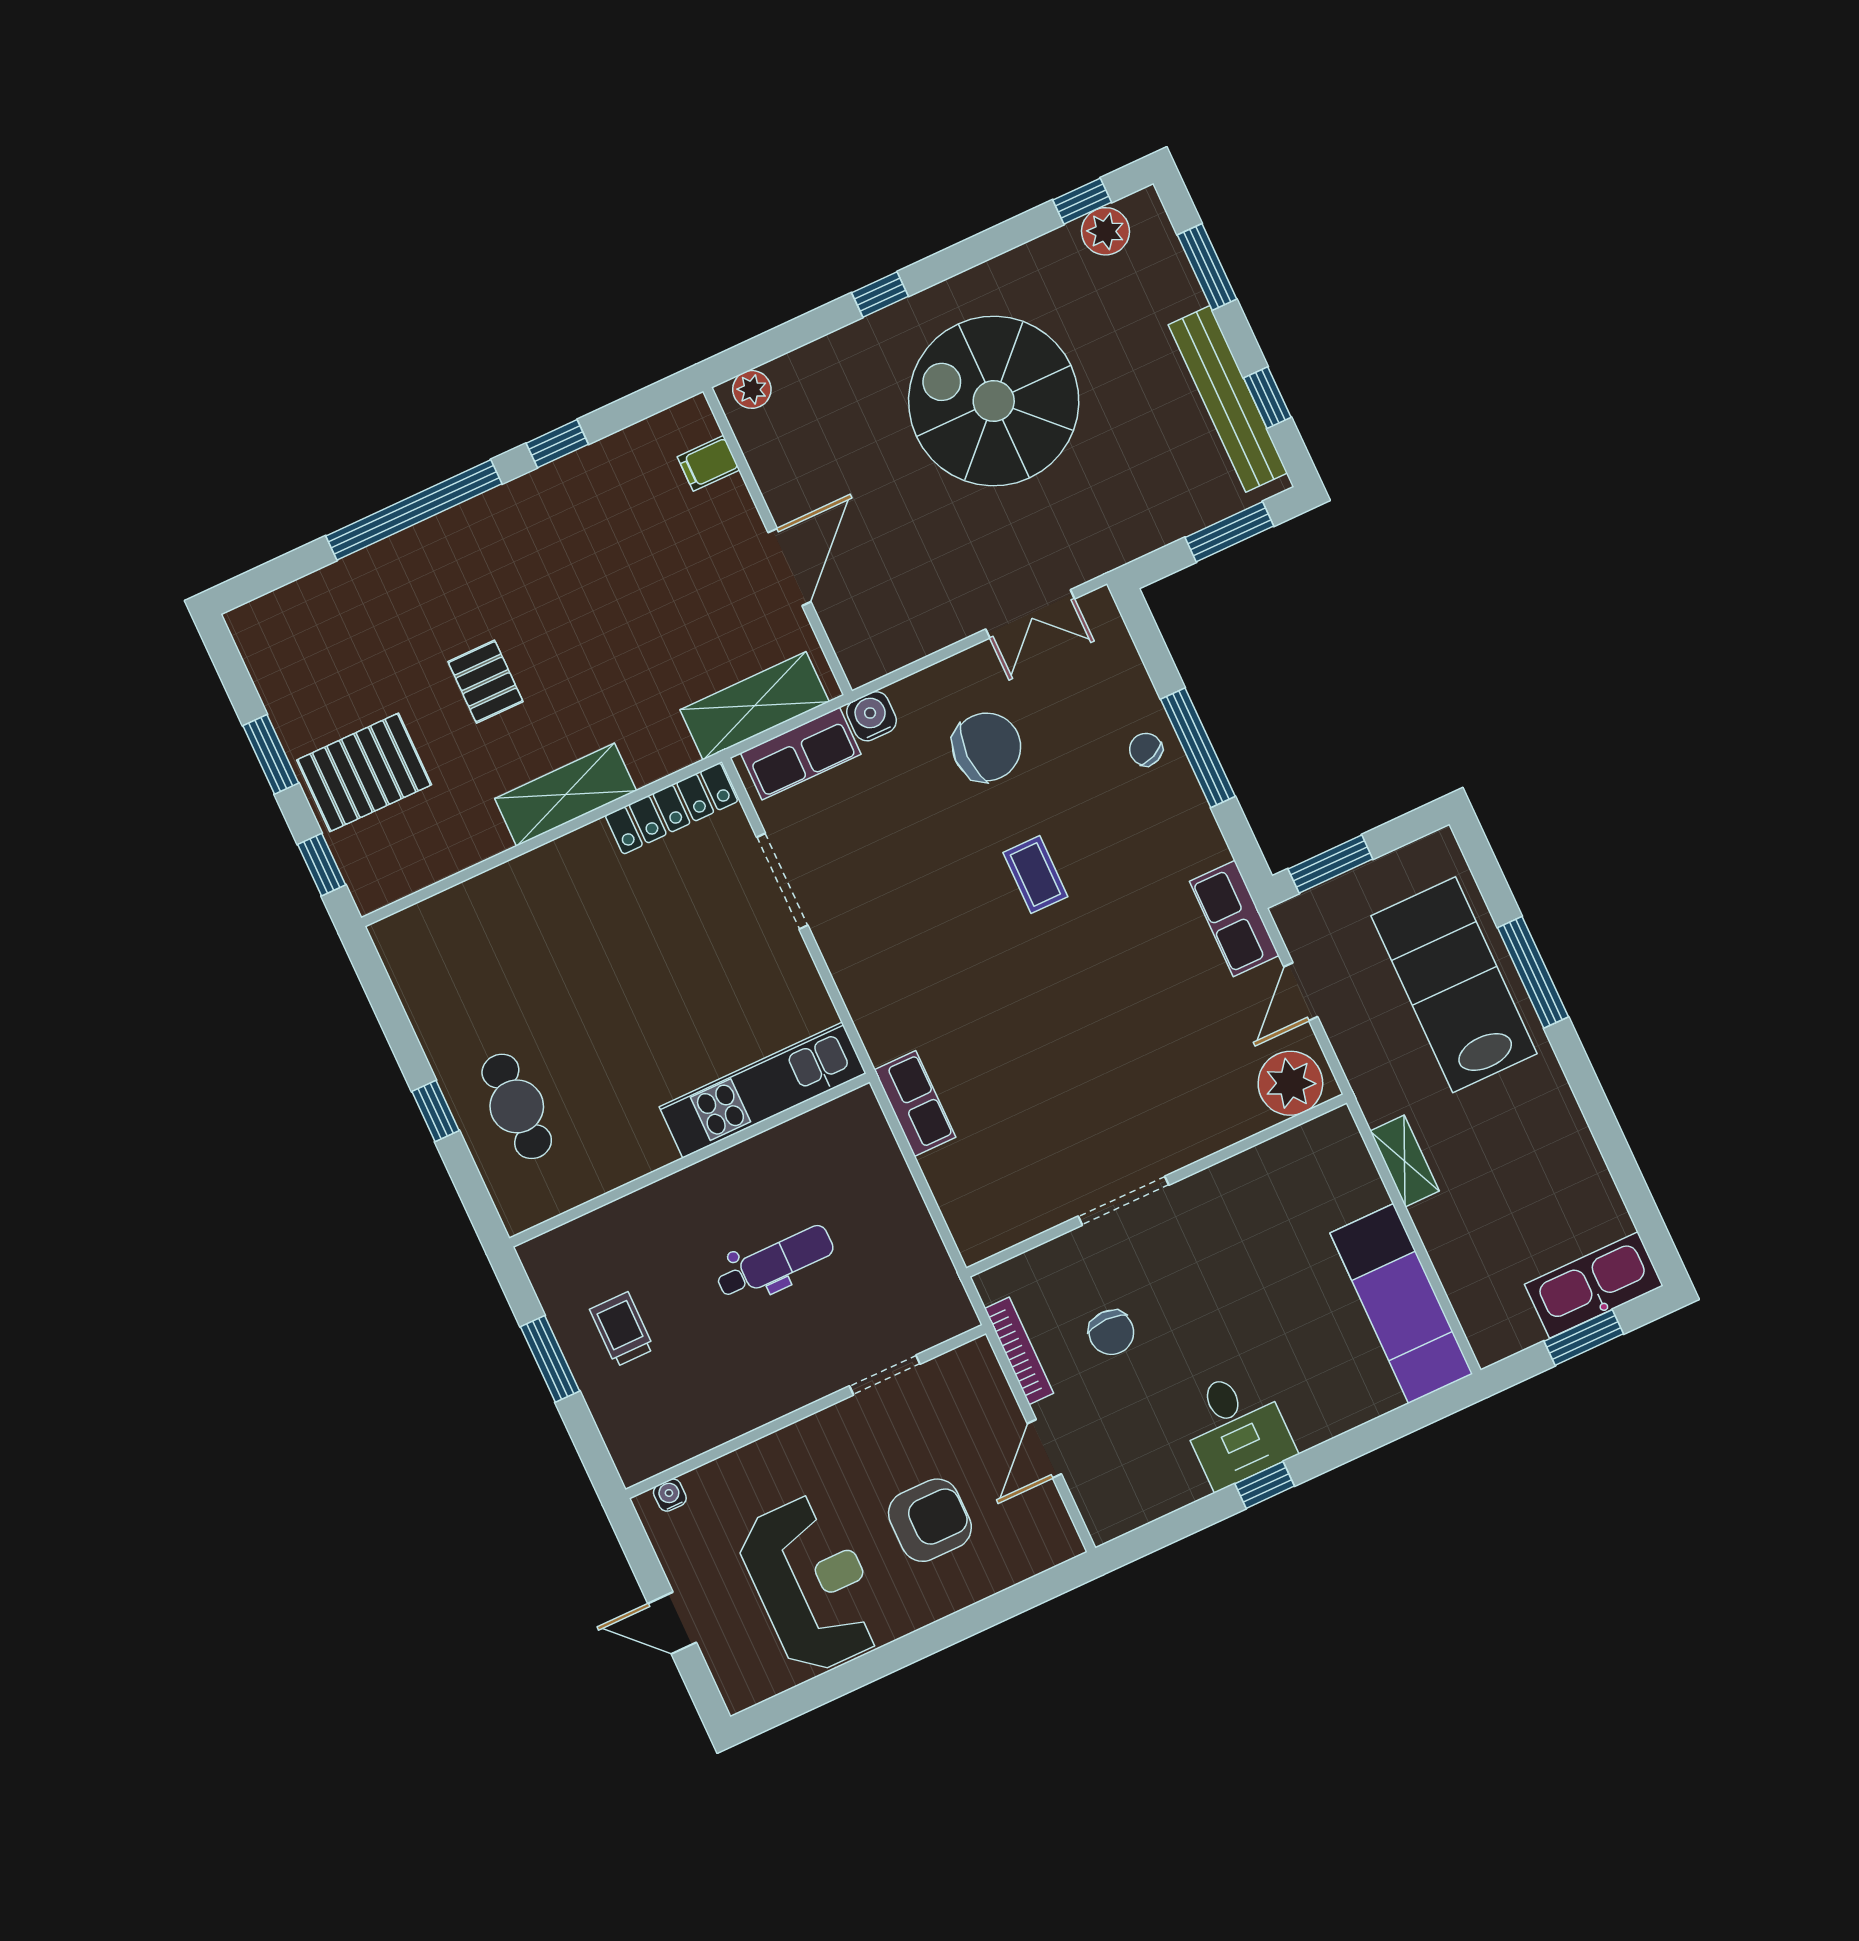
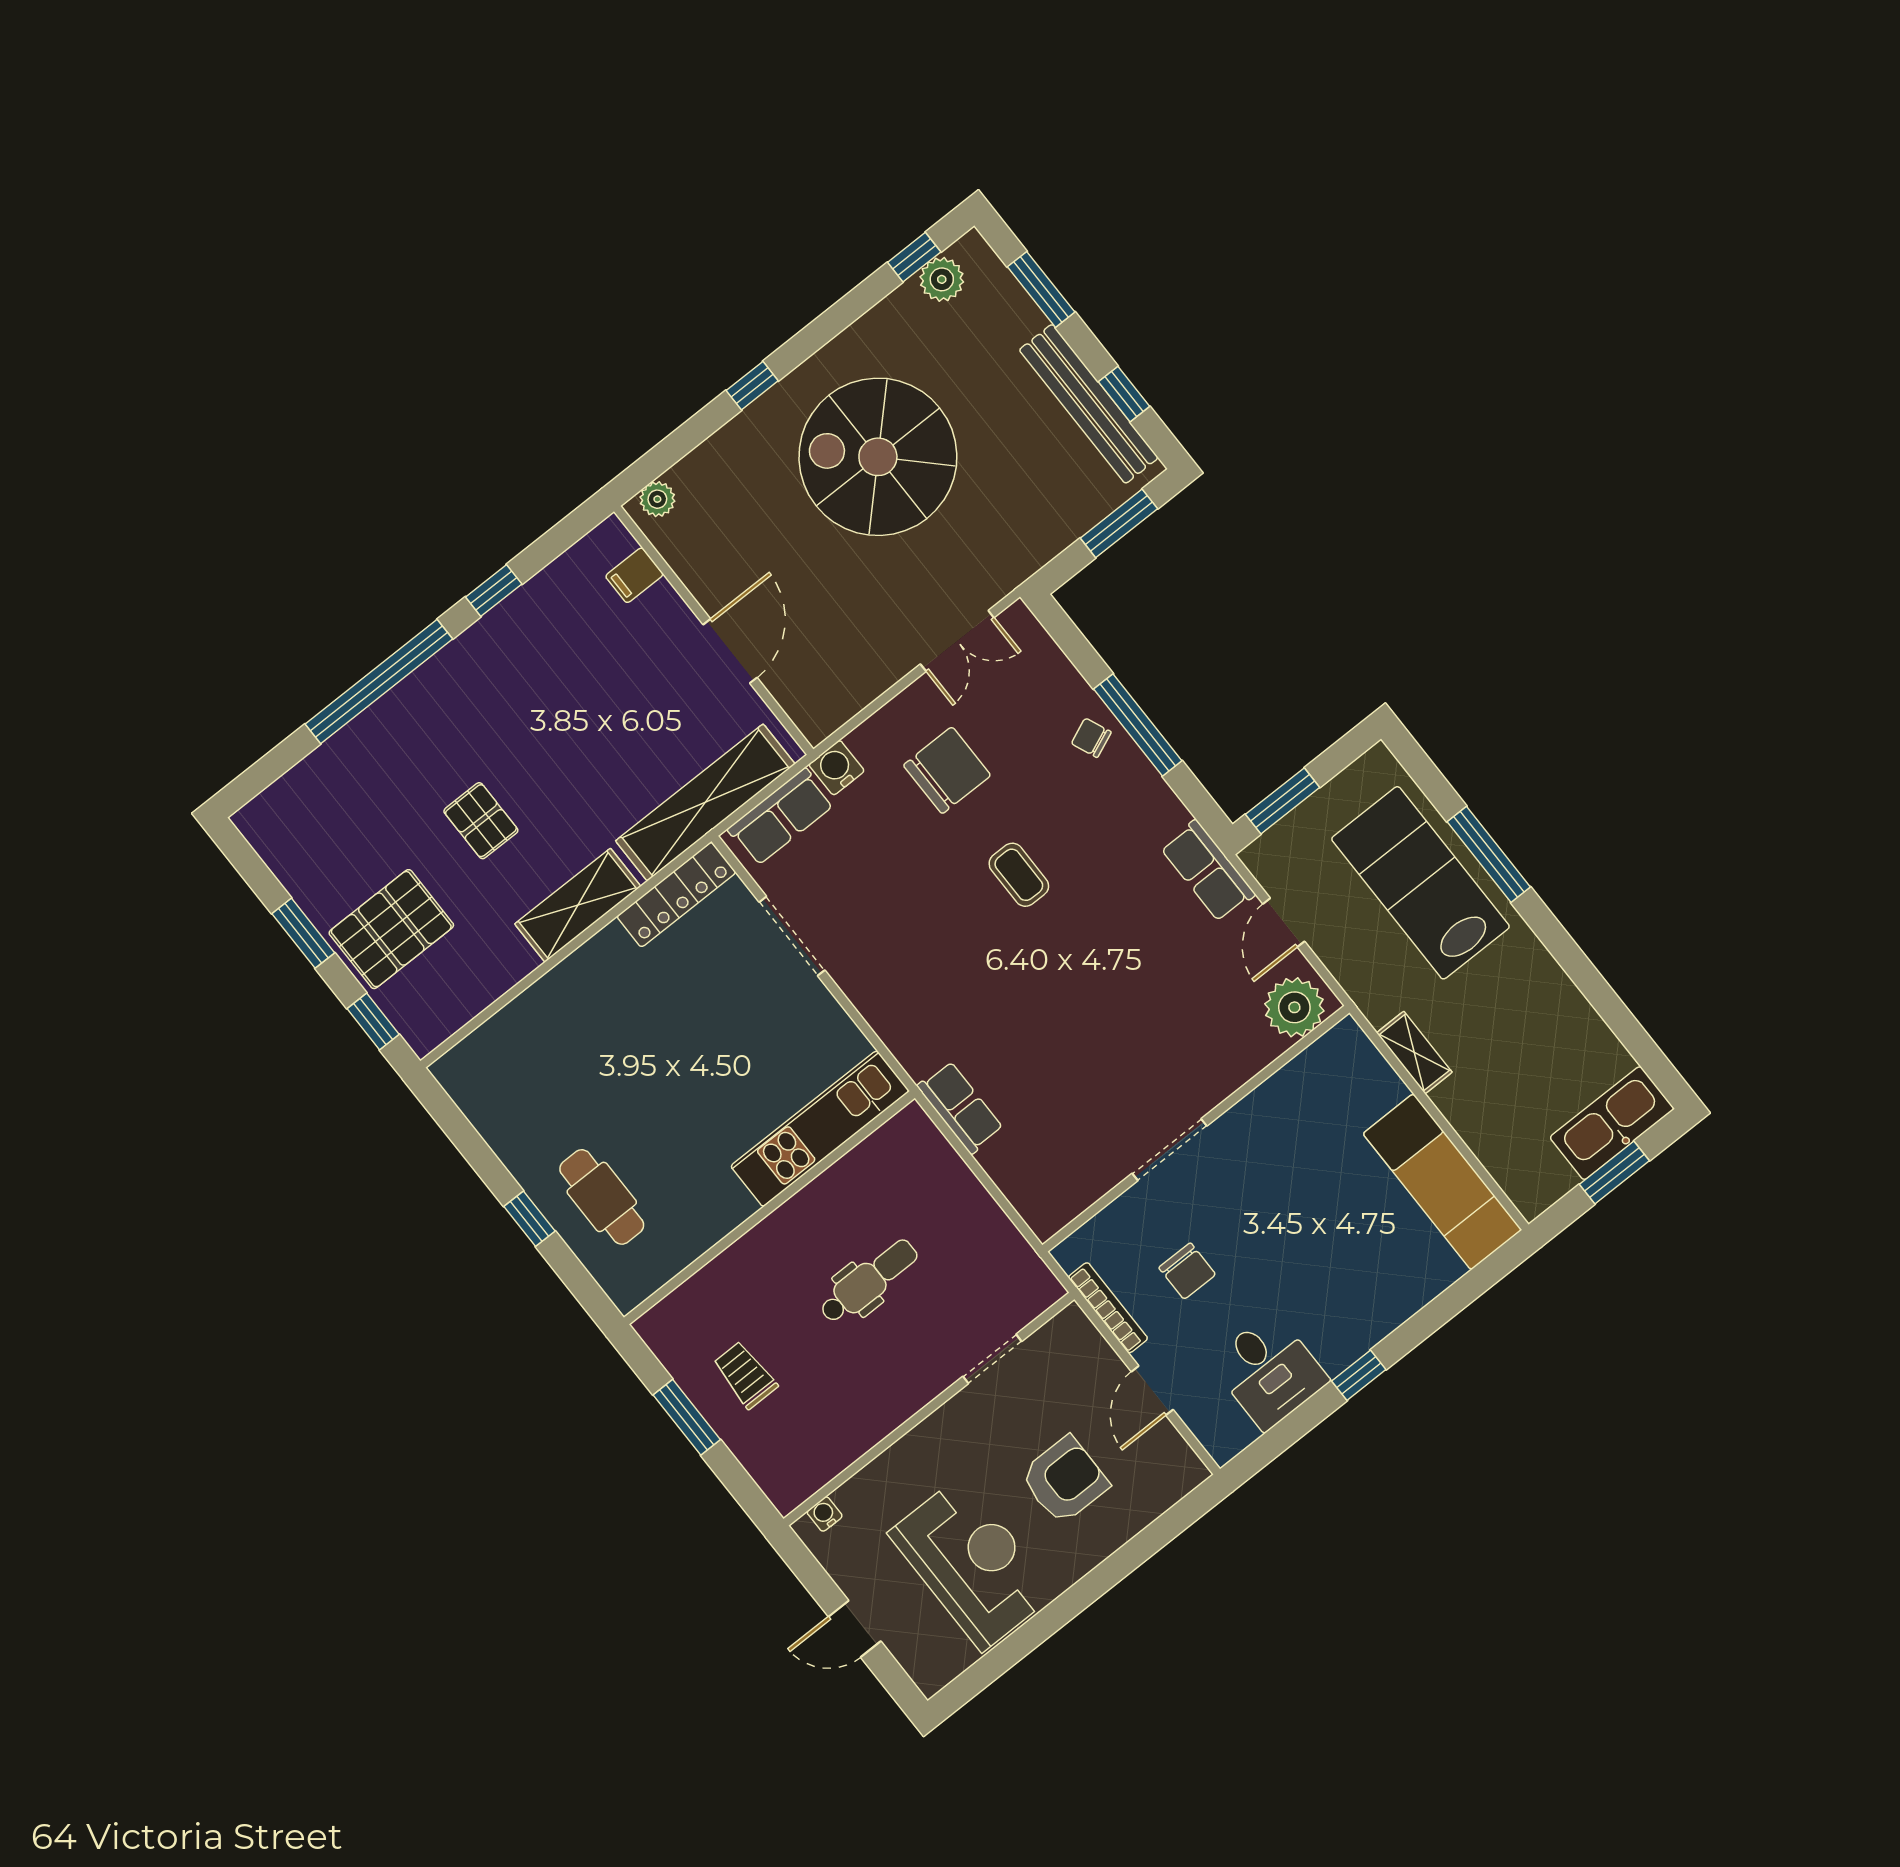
shelving: (755, 706) -> (705, 802), width x1.47
desk: (1236, 1428) -> (1269, 1371), moved

